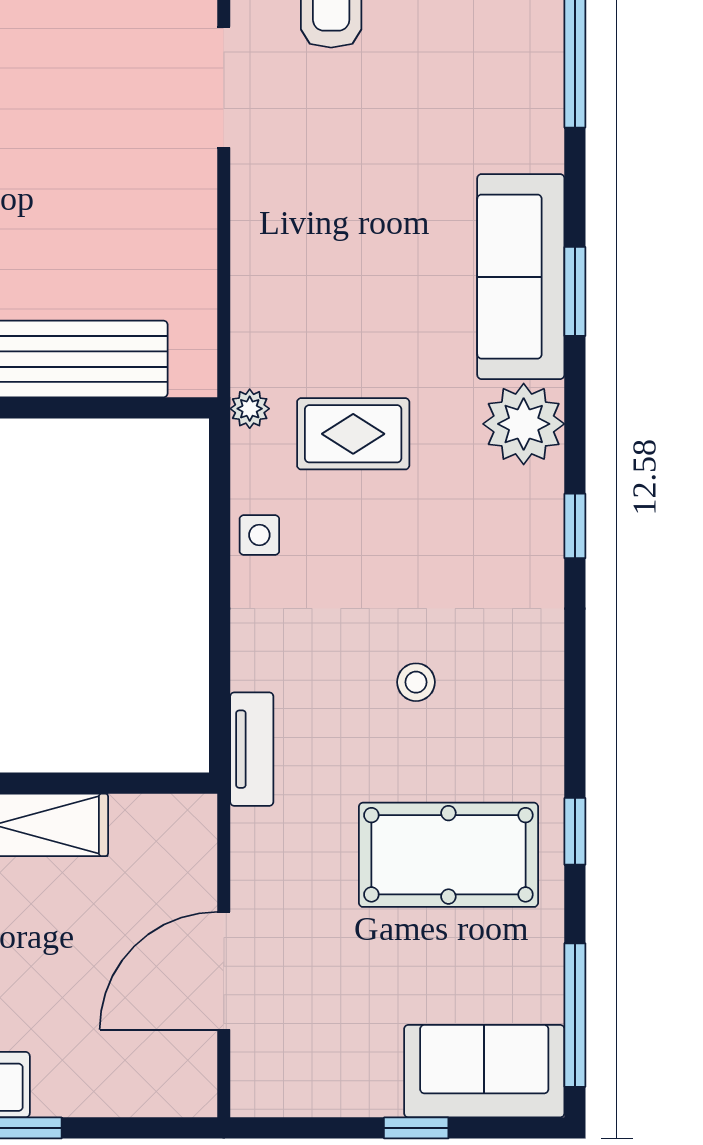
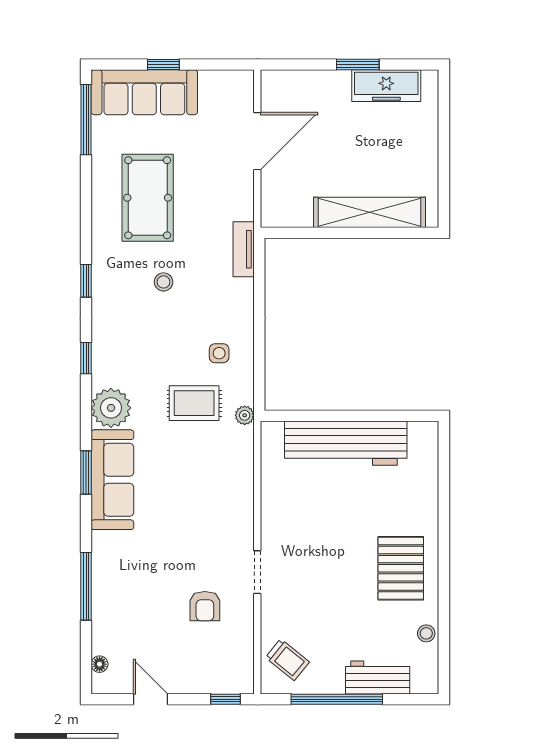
doorway: (224, 87) -> (257, 572), width x0.73
side table: (259, 535) -> (219, 353), moved
window: (575, 831) -> (86, 281), moved
pool table: (448, 855) -> (148, 198), turned 90
sofa: (484, 1071) -> (144, 92), width x1.36

